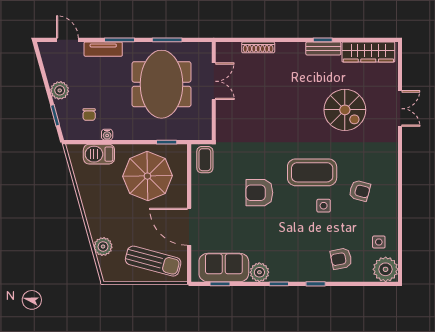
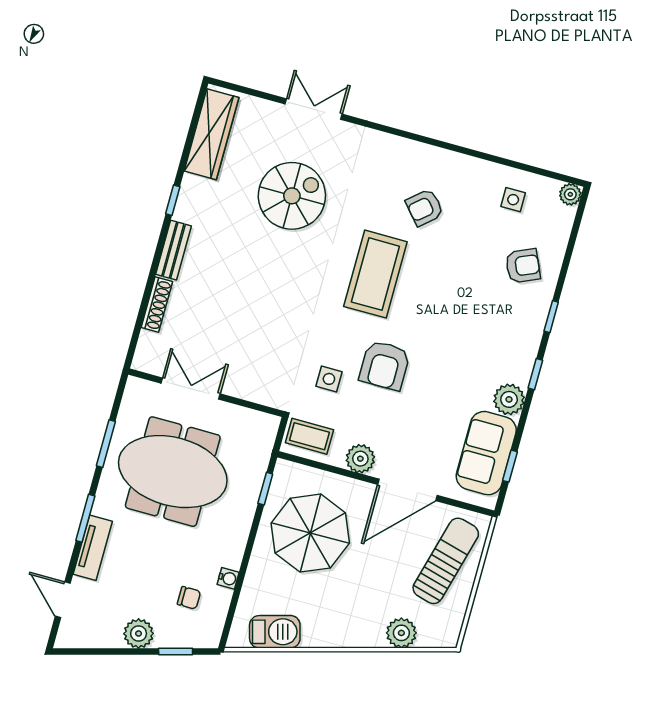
door: (67, 40) -> (63, 600), hinge flipped
bench: (323, 48) -> (174, 250), moved
barbecue: (99, 154) -> (275, 632), moved, turned -105
armchair: (360, 191) -> (425, 207), turned -146
plant: (200, 194) -> (360, 459), added
side table: (324, 206) -> (329, 379), moved
armchair: (341, 259) -> (523, 266), turned -103
plant: (386, 269) -> (570, 194), width x0.53, depth x0.53

